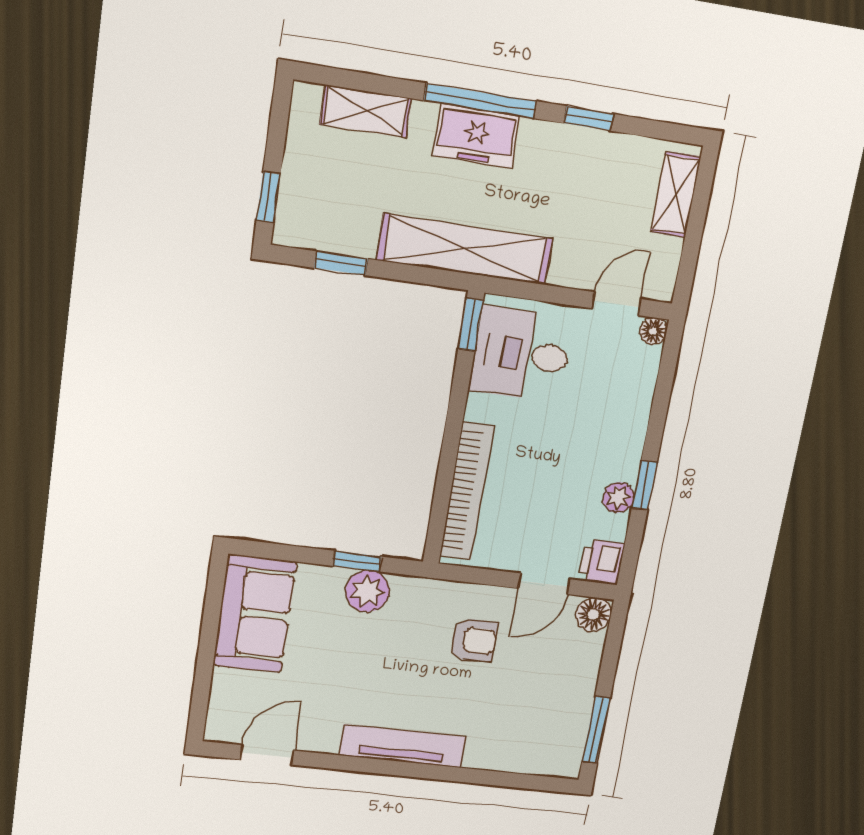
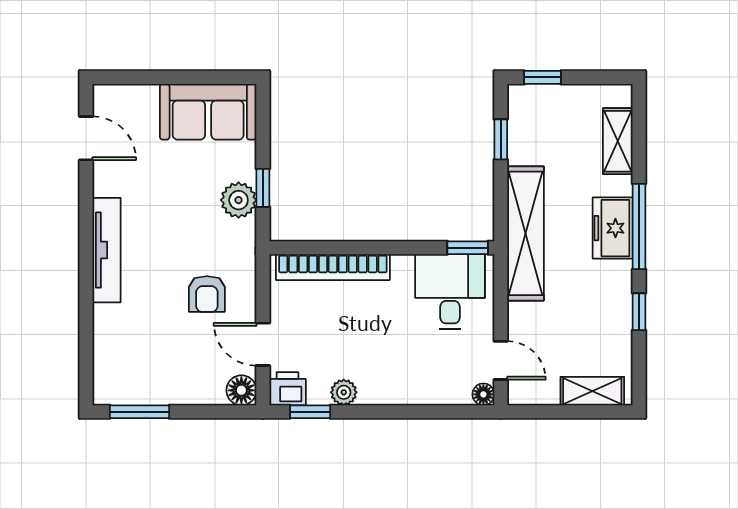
window: (644, 485) -> (310, 412), moved

